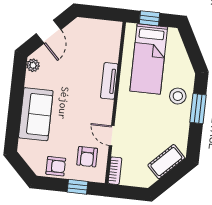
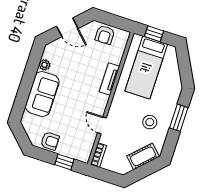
door: (49, 32) -> (67, 27), hinge flipped
plant: (33, 65) -> (44, 65), moved
stool: (178, 96) -> (150, 122), moved
armchair: (87, 157) -> (105, 35), moved

